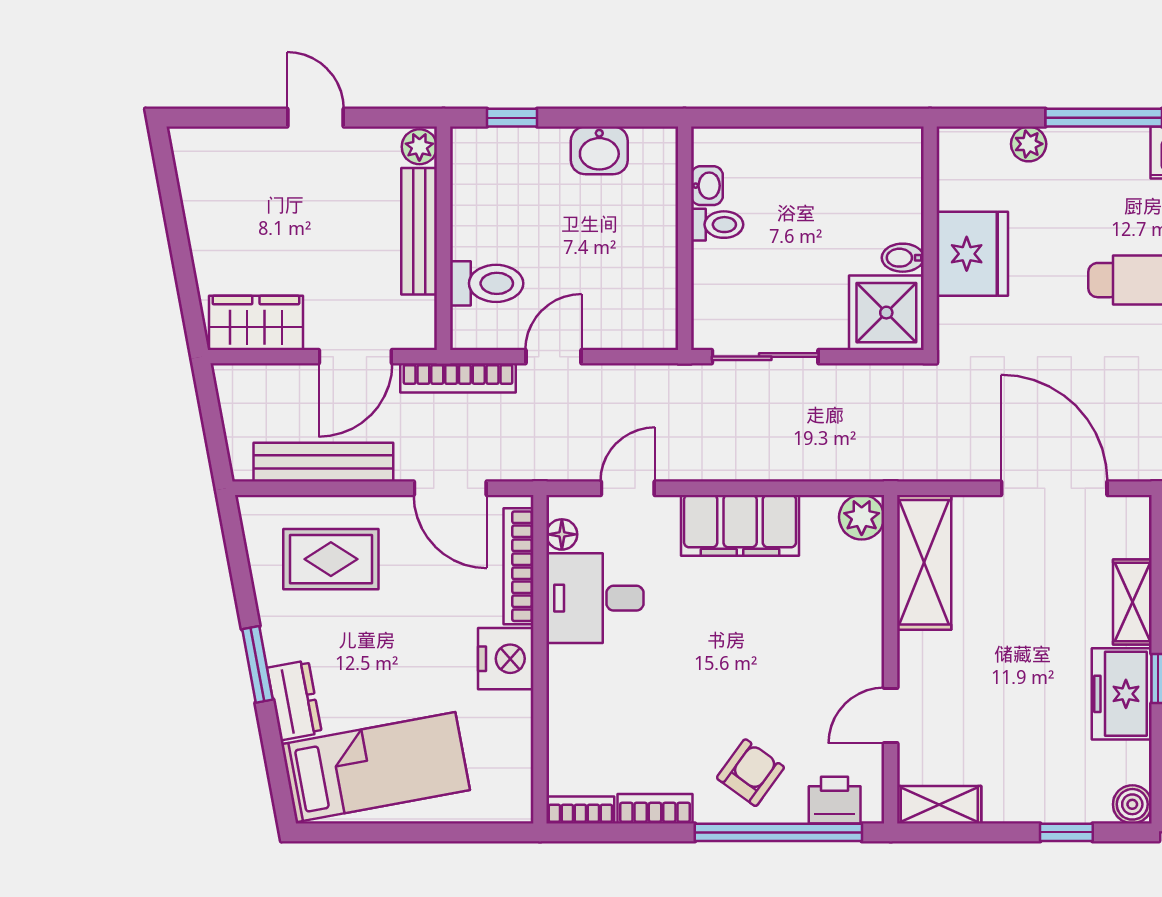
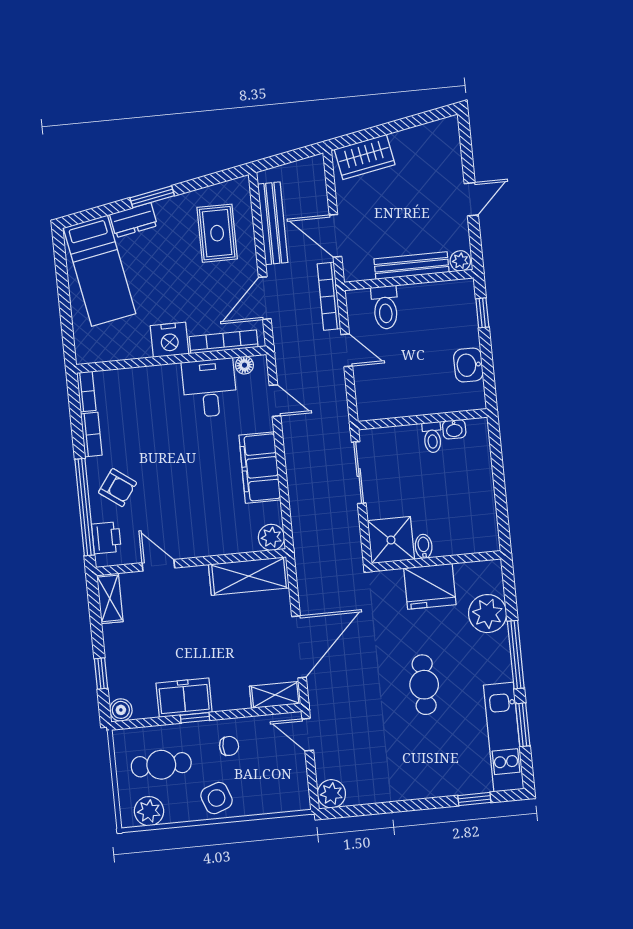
plant: (1029, 144) -> (488, 614), width x1.88, depth x1.88
wardrobe: (256, 323) -> (365, 157), moved, turned 79
shelving: (1132, 602) -> (275, 695), moved

